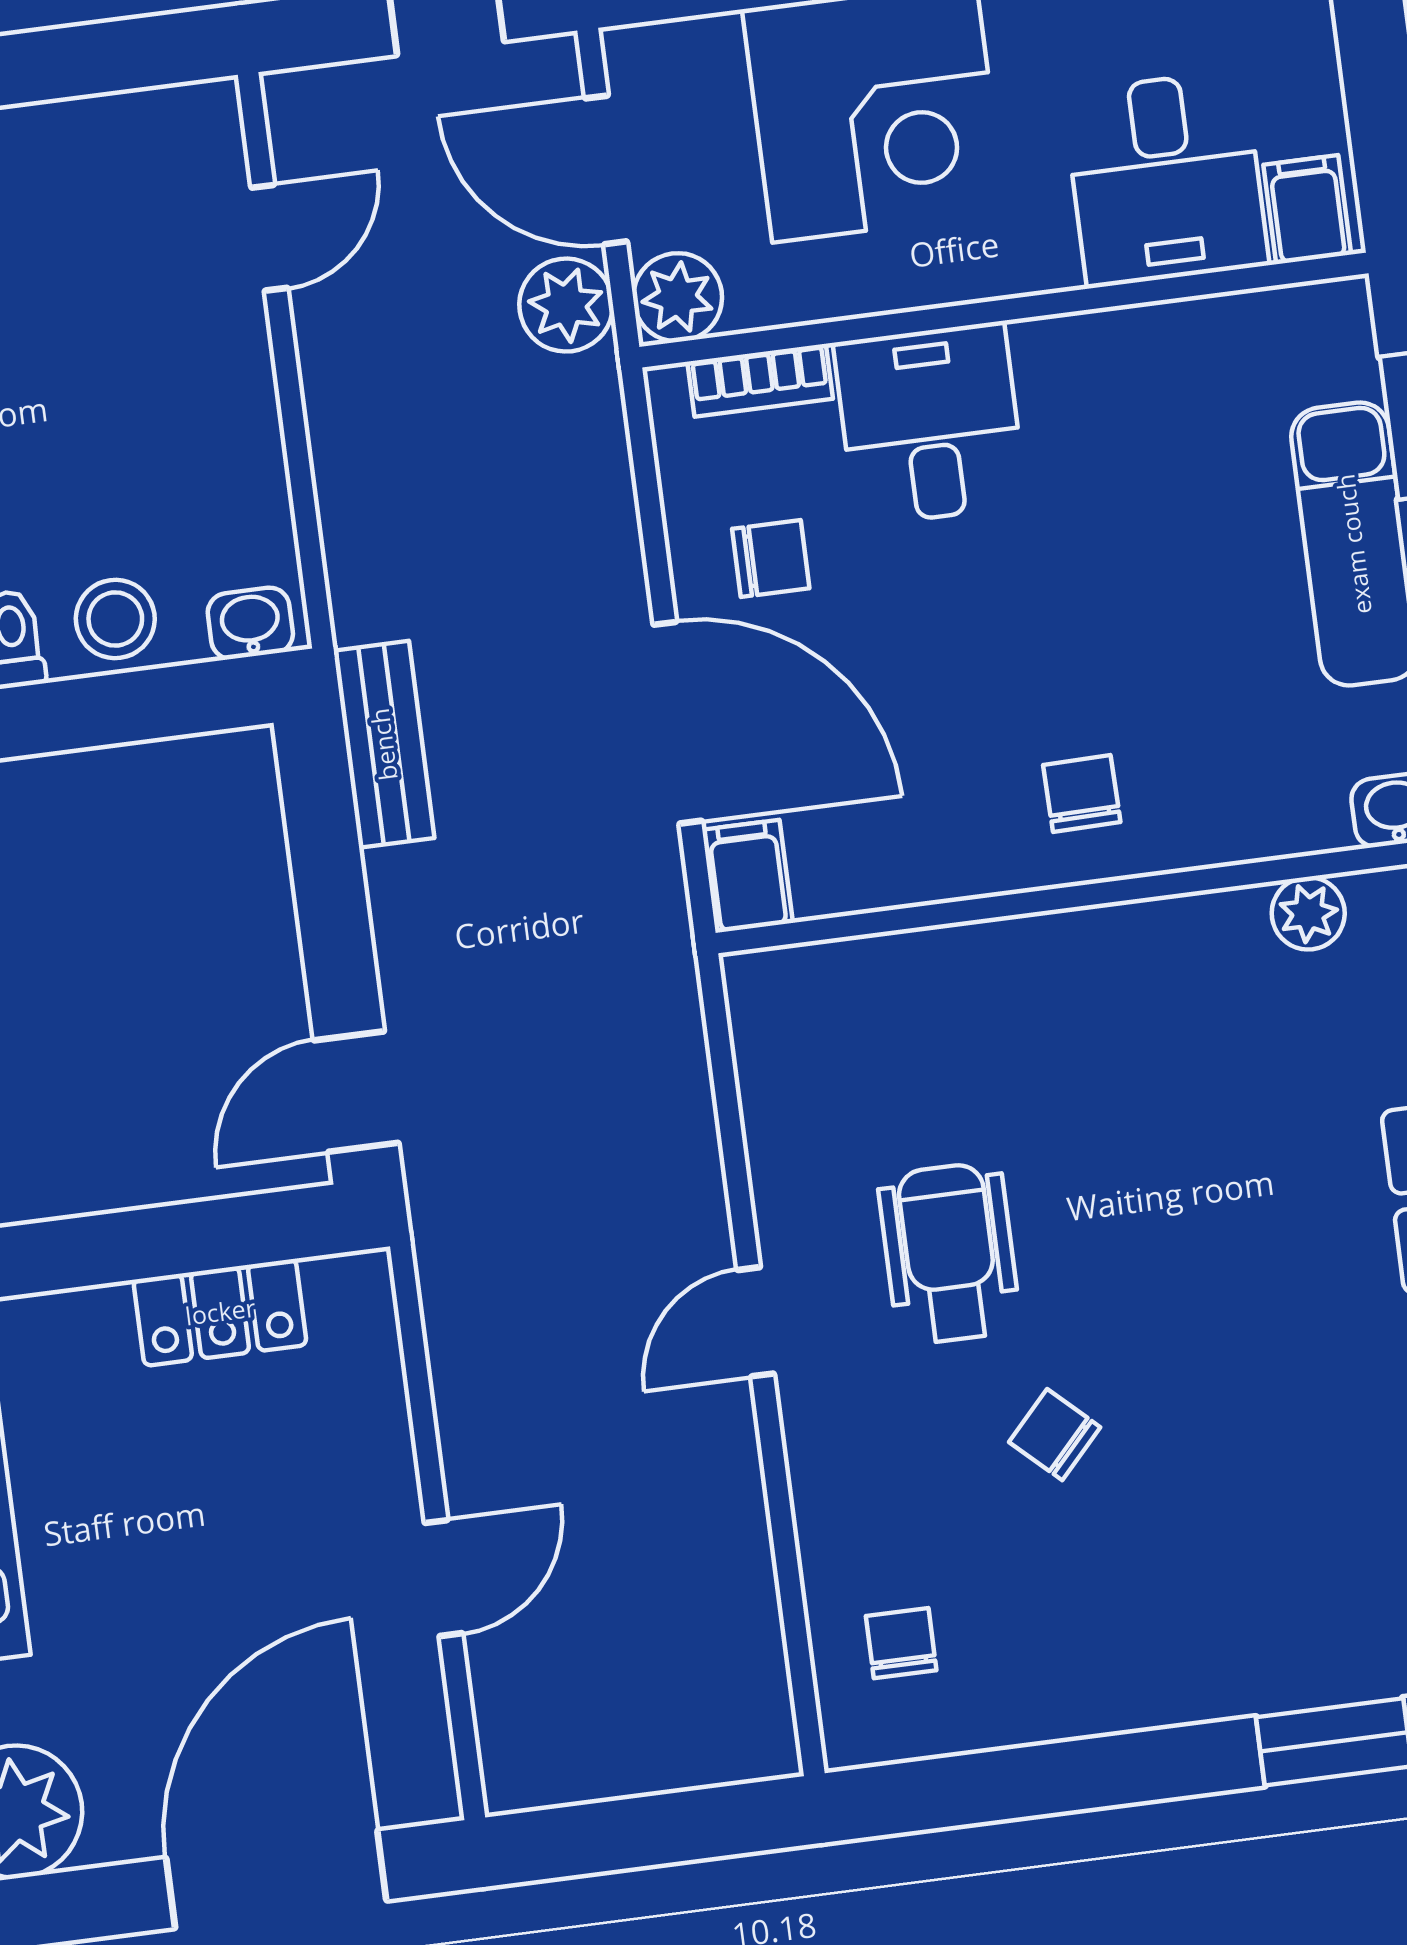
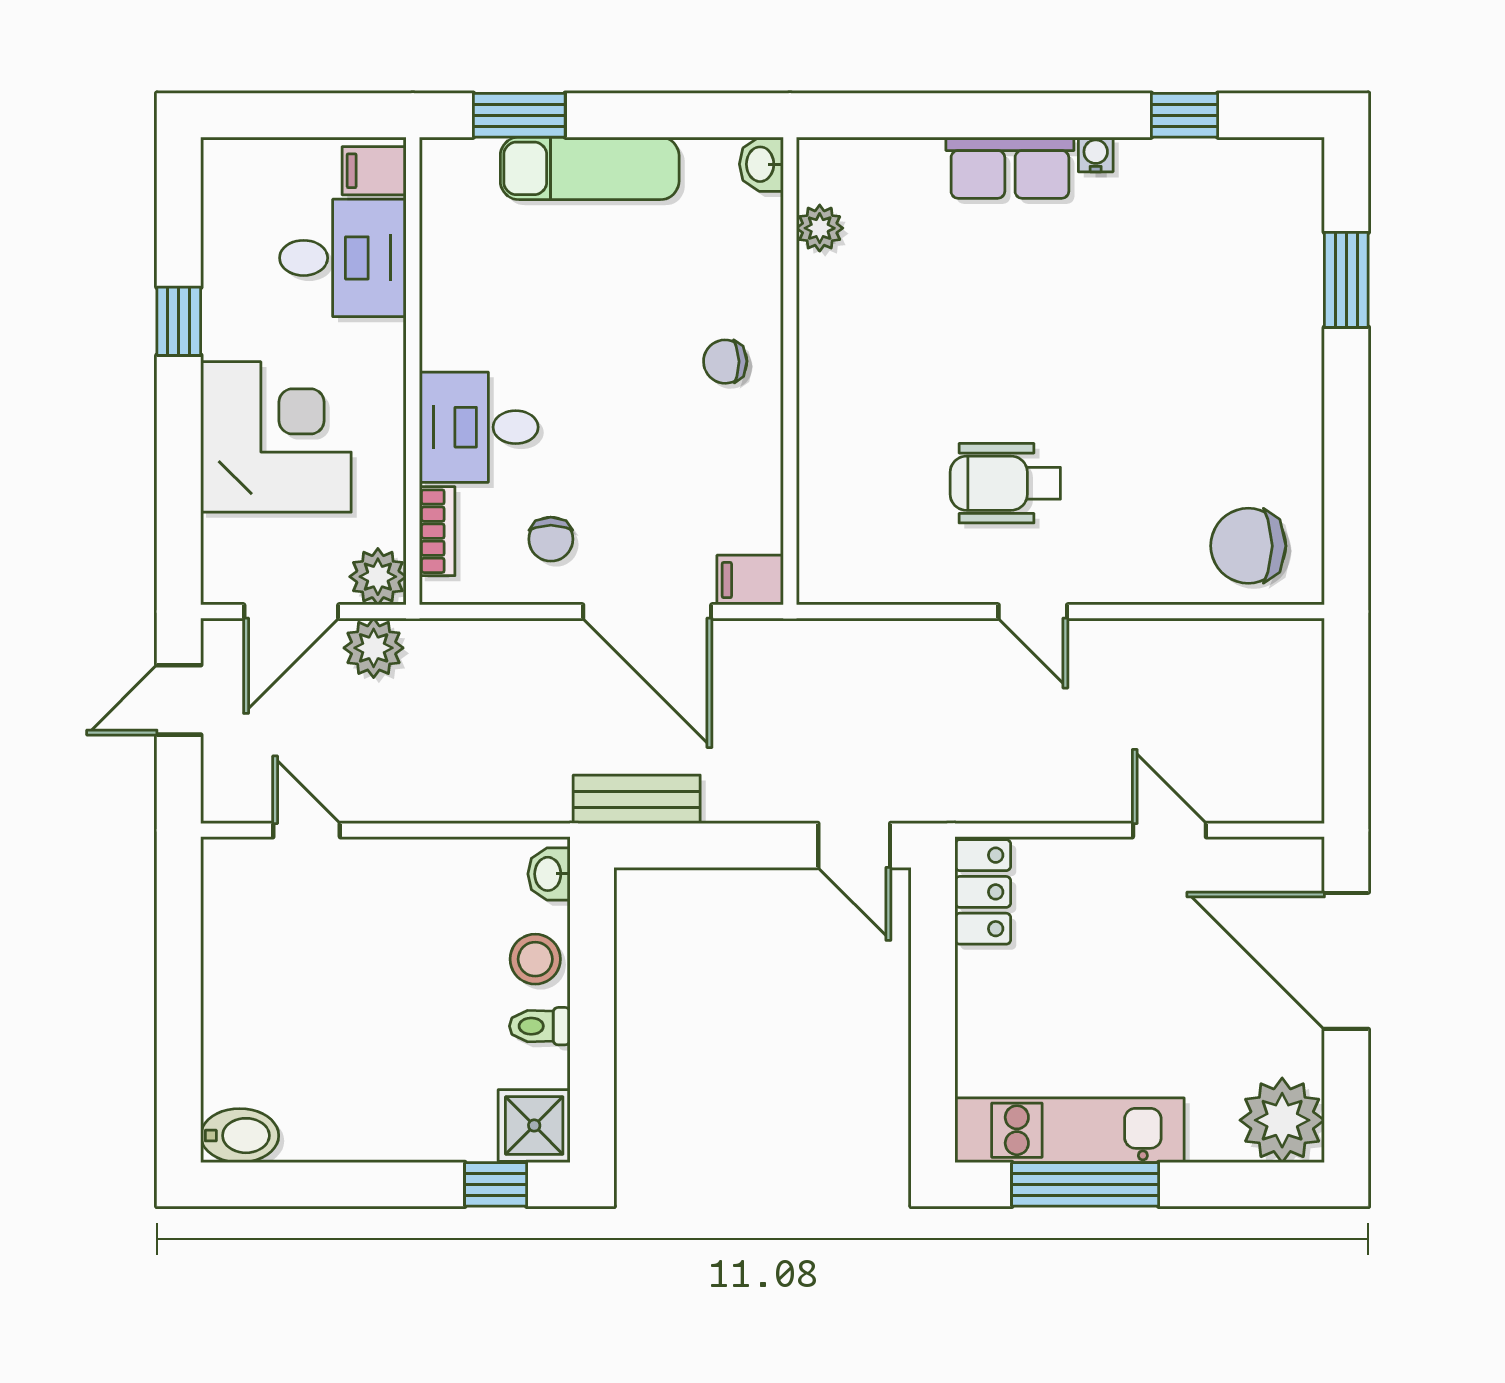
chair: (771, 558) -> (551, 539), turned 180
door: (678, 723) -> (647, 612), swing flipped
locker: (220, 1312) -> (983, 892), moved
chair: (1055, 1435) -> (1129, 431), removed
chair: (901, 1643) -> (1248, 546), width x1.87, depth x1.87

